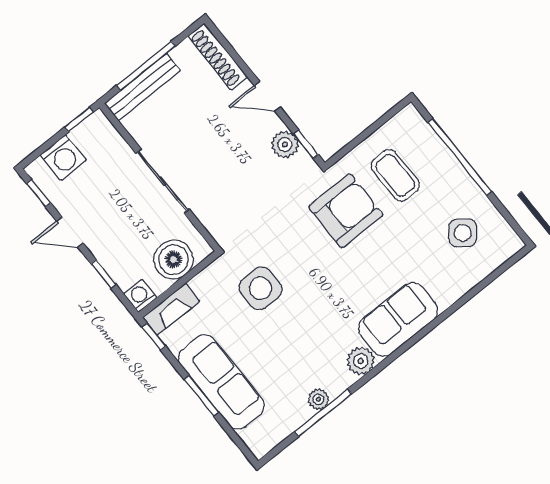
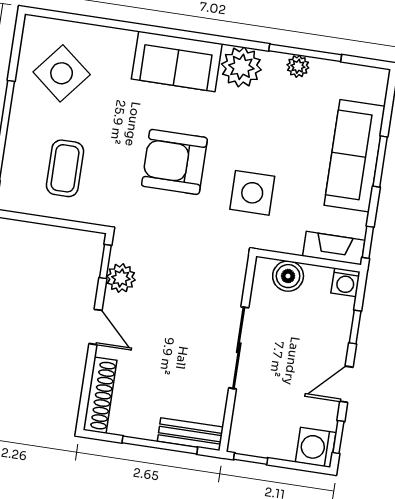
bench: (142, 87) -> (190, 434), width x0.73
washing machine: (63, 157) -> (316, 447), moved, turned -90
armchair: (346, 211) -> (174, 162), moved
door: (70, 232) -> (346, 384), swing flipped
side table: (463, 233) -> (62, 73), width x1.37, depth x1.37
boiler: (173, 260) -> (288, 276), width x0.73, depth x0.73
plant: (361, 361) -> (241, 67), width x1.36, depth x1.36

